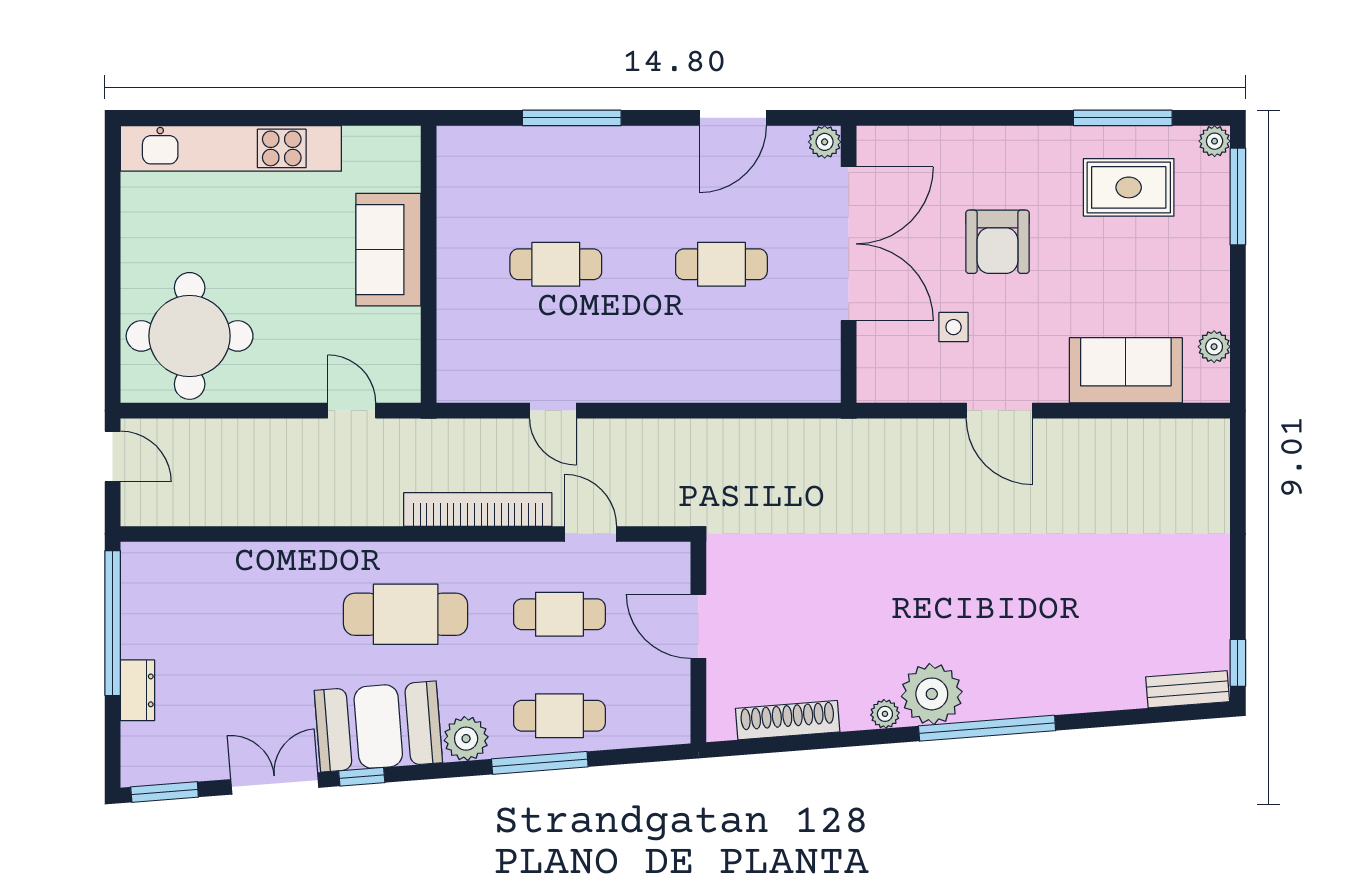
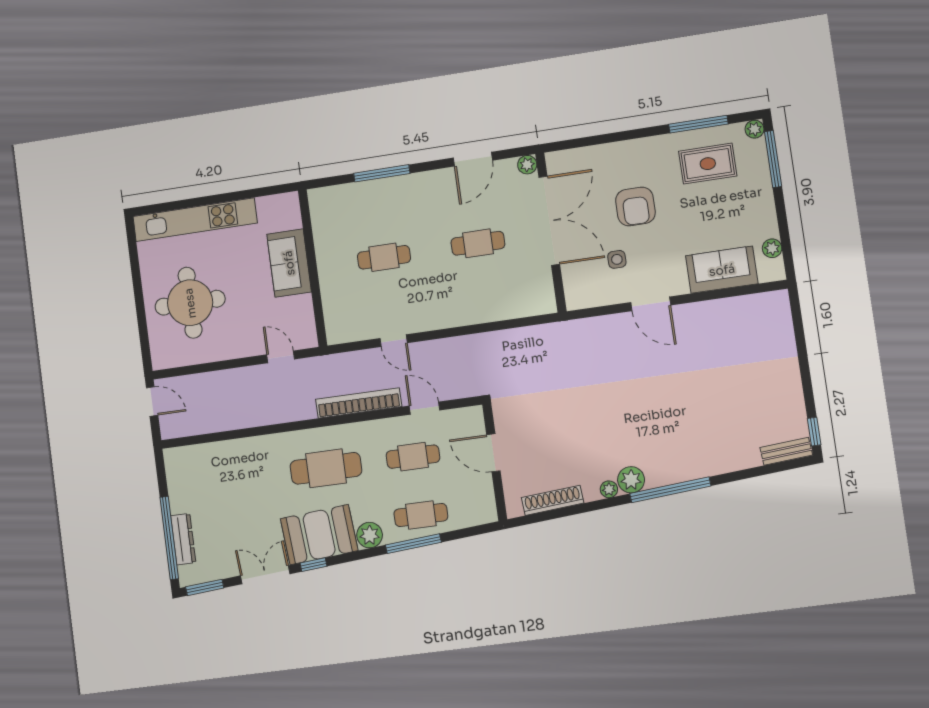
round table: (190, 336) -> (190, 303), moved
window: (113, 623) -> (169, 538), moved
dresser: (137, 690) -> (183, 539), width x1.44
plant: (932, 694) -> (631, 480), width x0.73, depth x0.73

